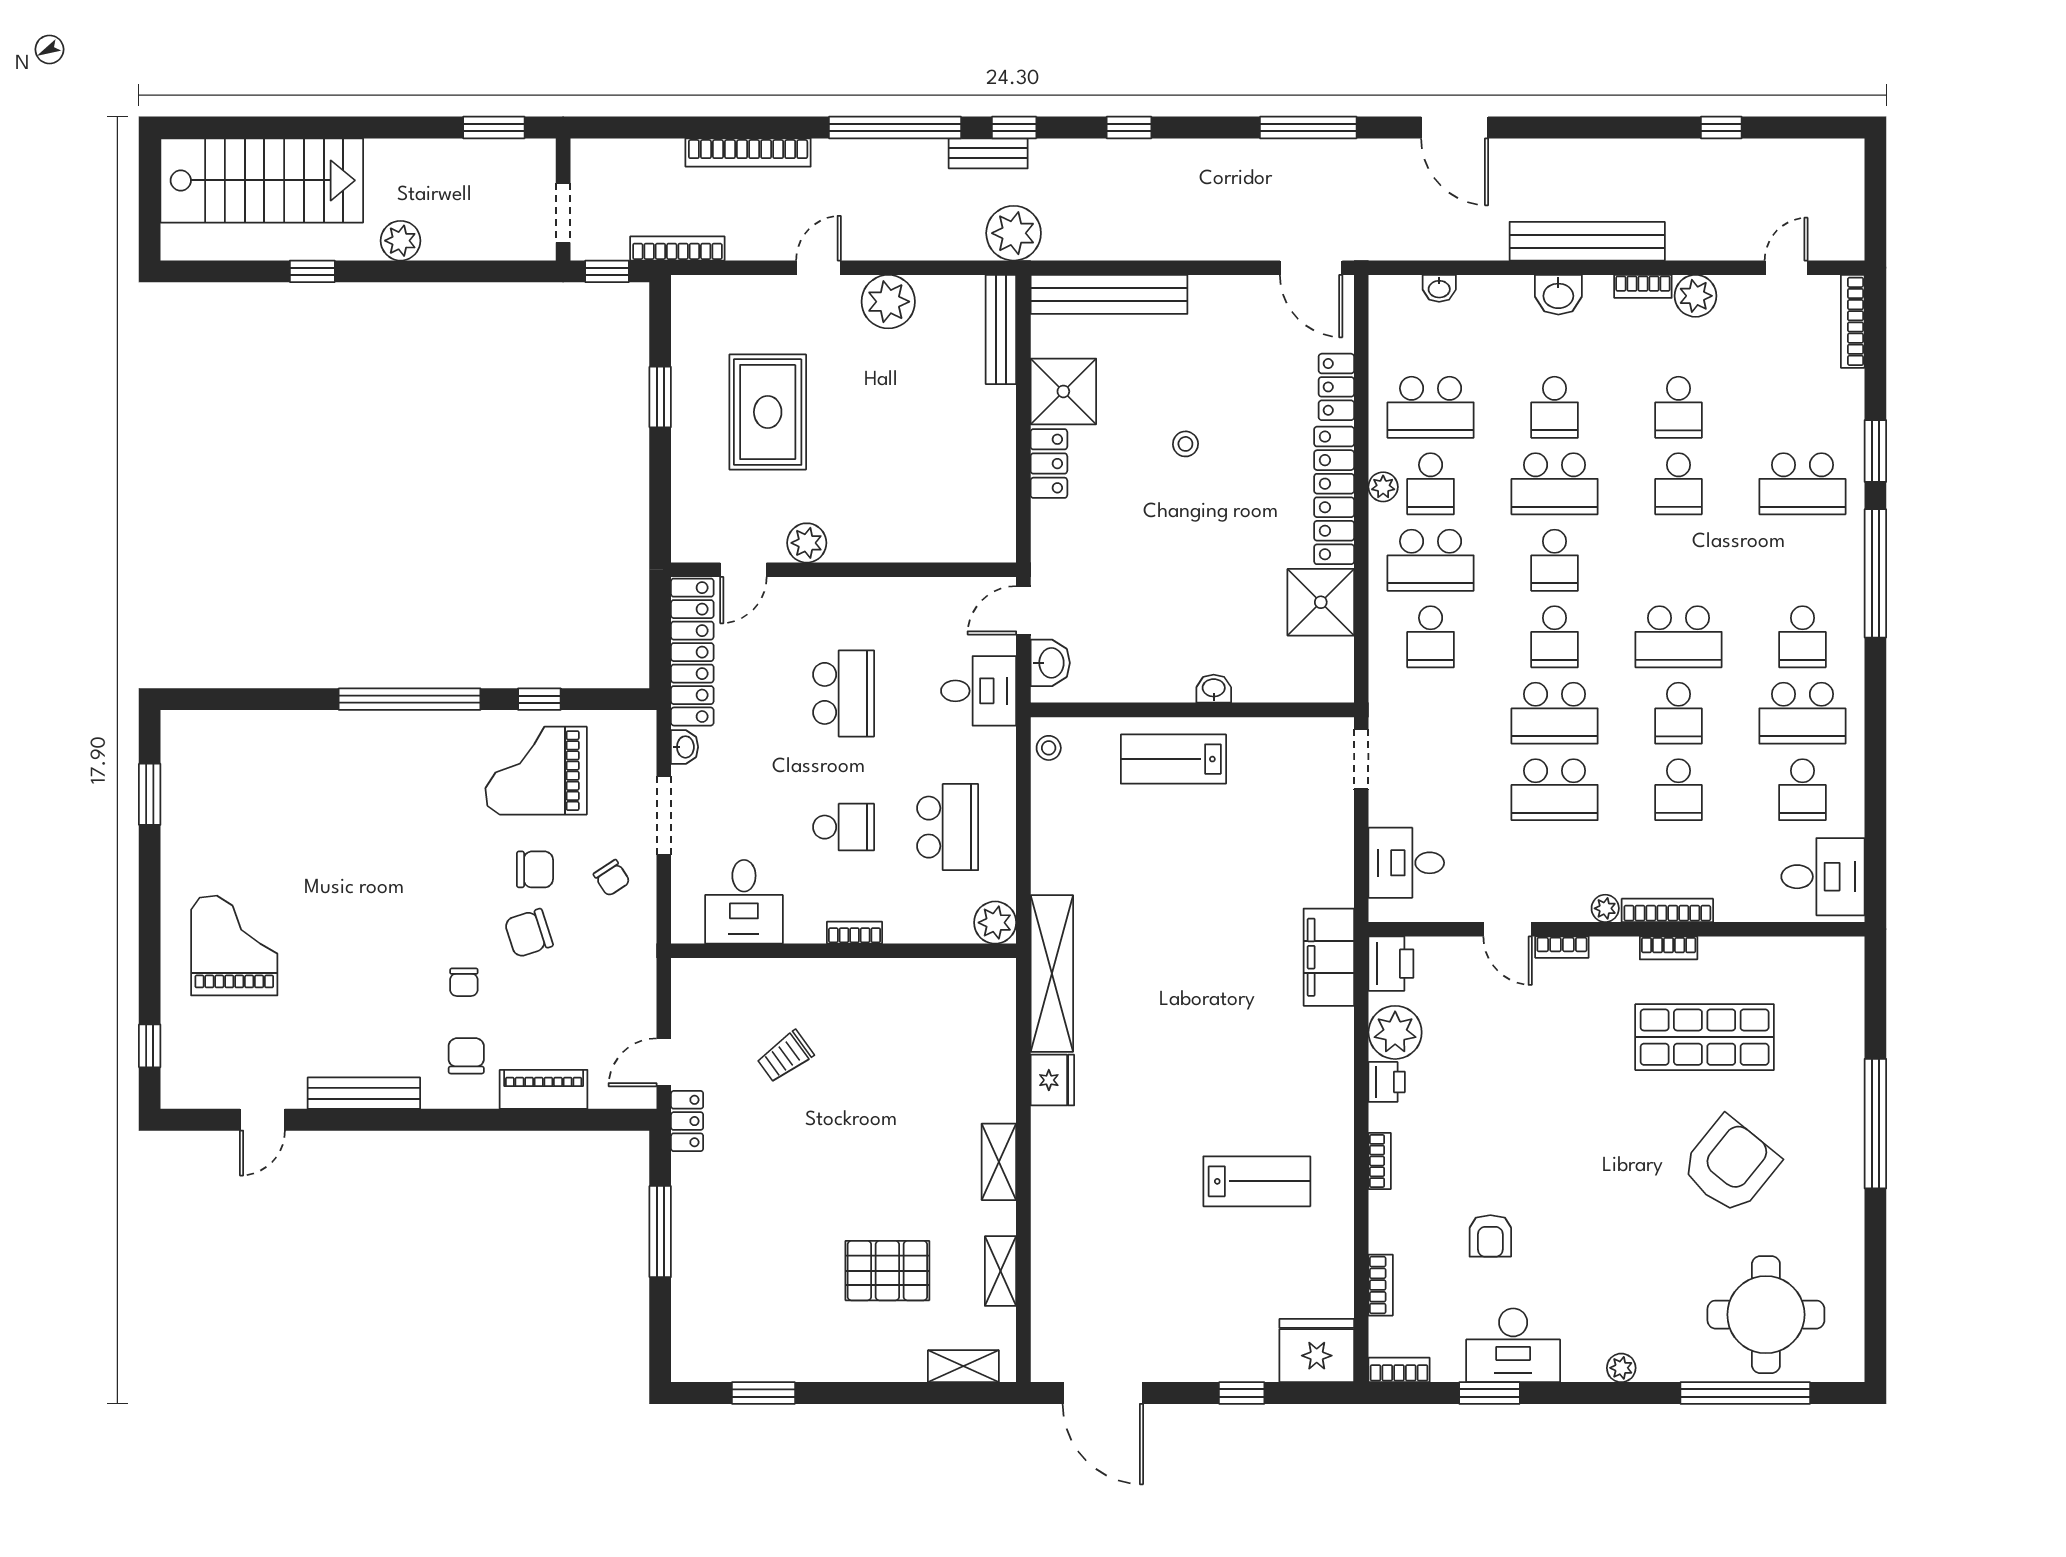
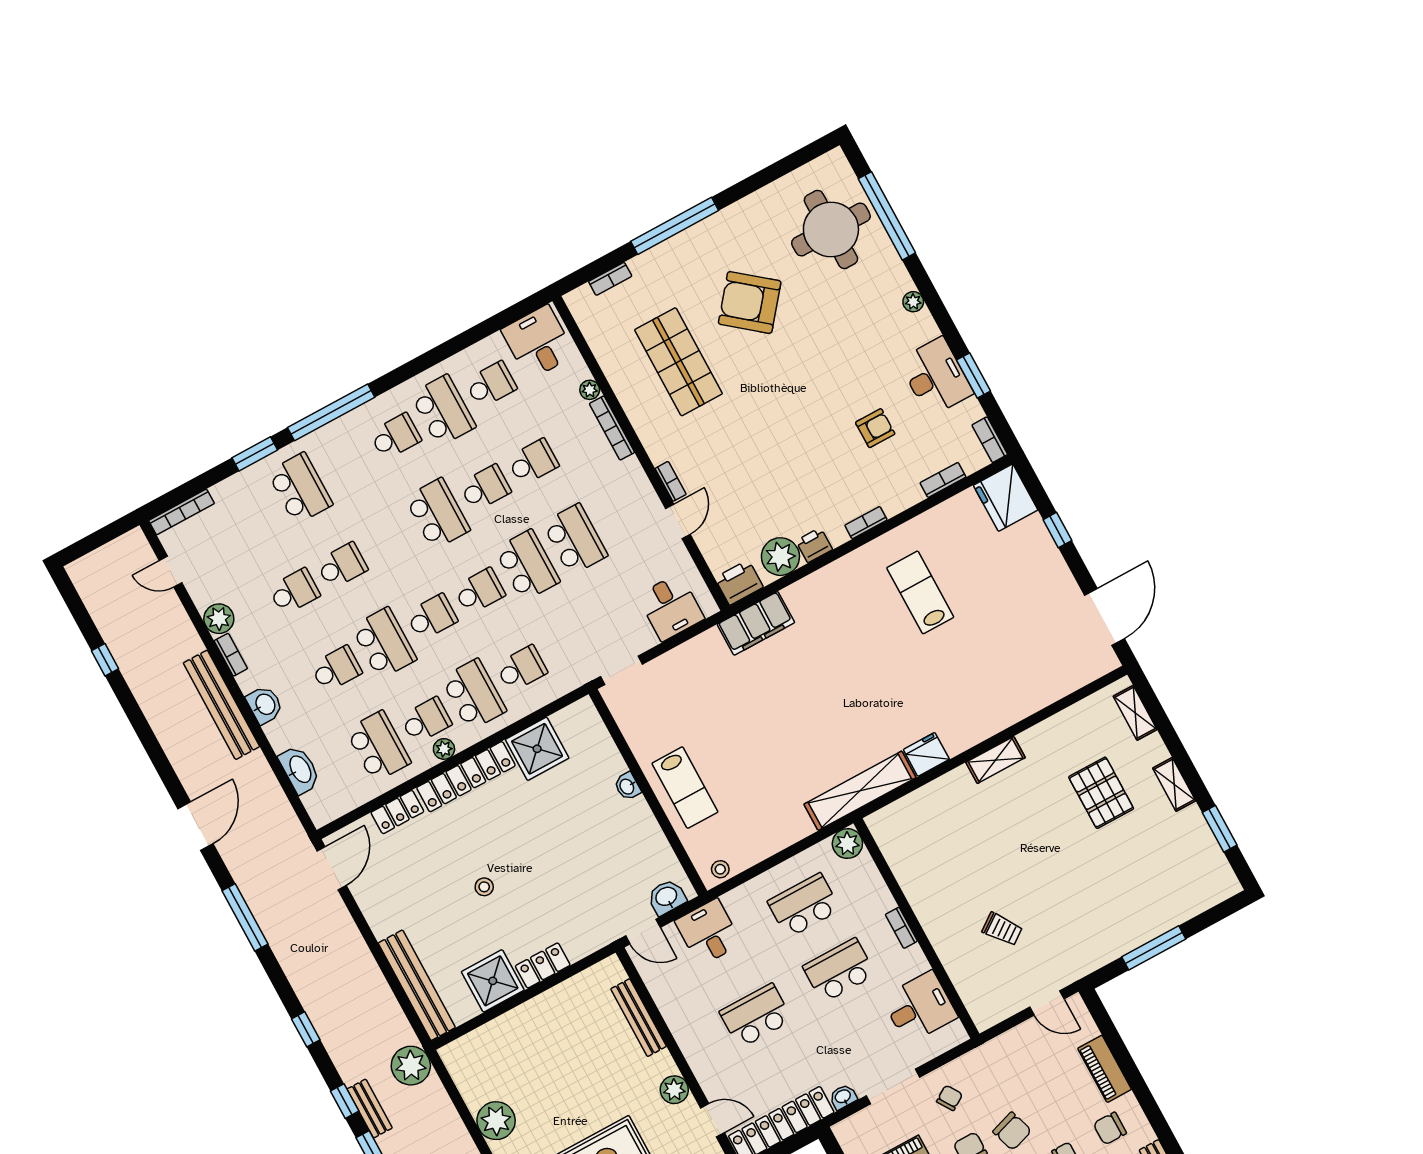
washbasin: (1439, 288) -> (300, 770), width x1.91, depth x1.45
bench: (1001, 329) -> (639, 1018), moved, turned 90
school desk: (844, 827) -> (839, 970), width x1.85
plant: (1605, 908) -> (590, 390), moved
bookcase: (1669, 948) -> (610, 279), moved, turned 90
locker: (687, 1121) -> (1076, 968), removed
shelving: (1000, 1271) -> (1174, 784), moved, turned 90

